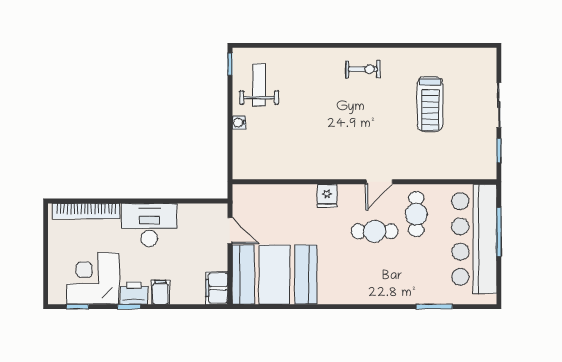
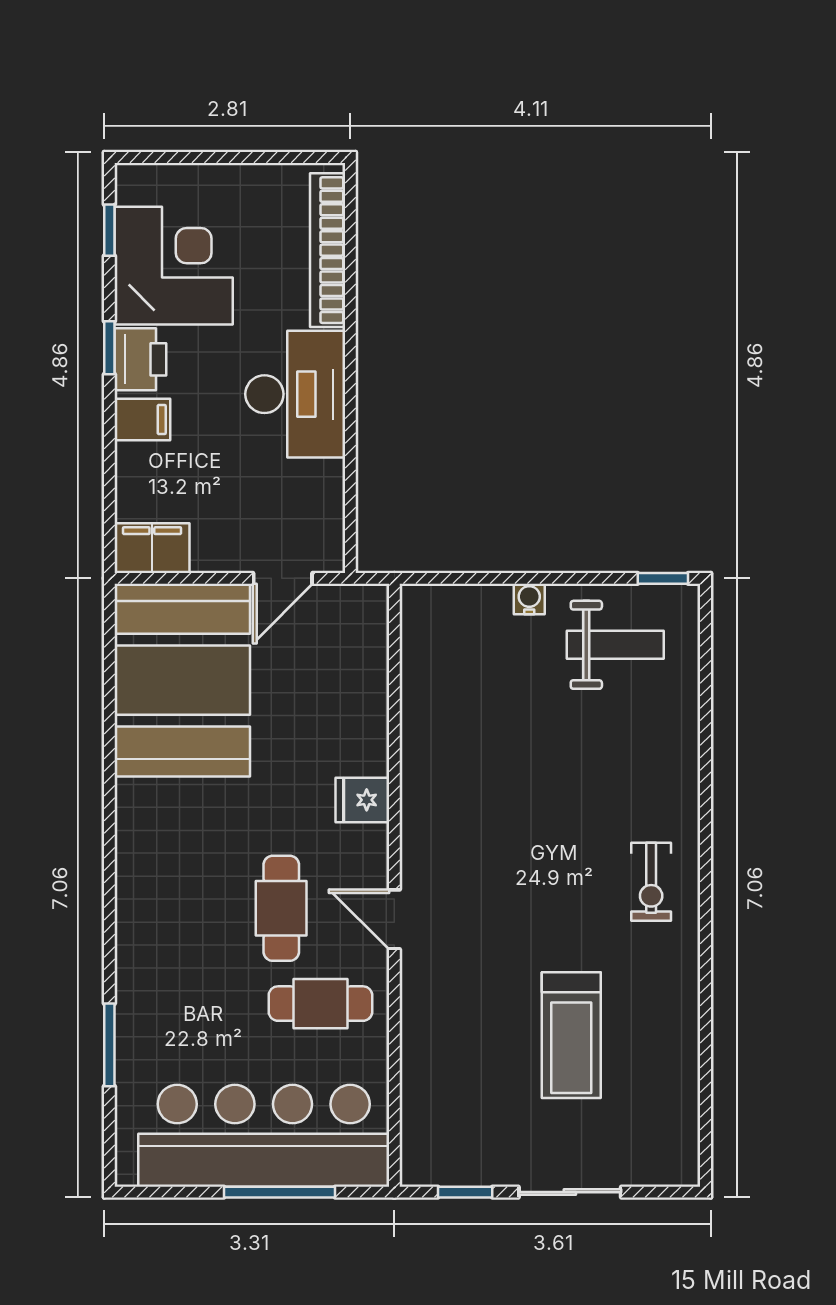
treadmill: (430, 104) -> (571, 1035), turned -90

